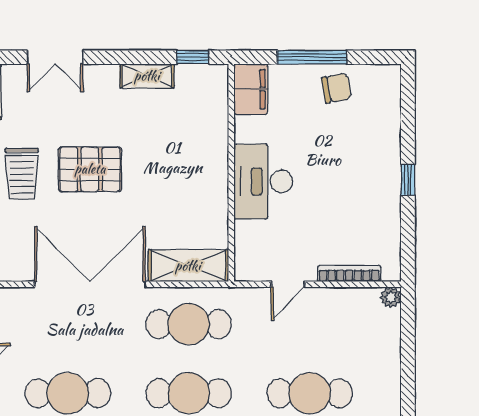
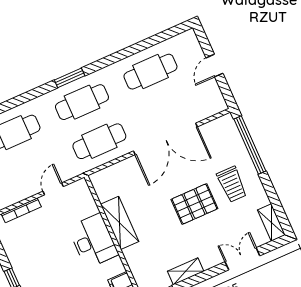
trolley: (22, 174) -> (232, 184), turned 180
shelving: (188, 266) -> (120, 223), moved, turned 90

